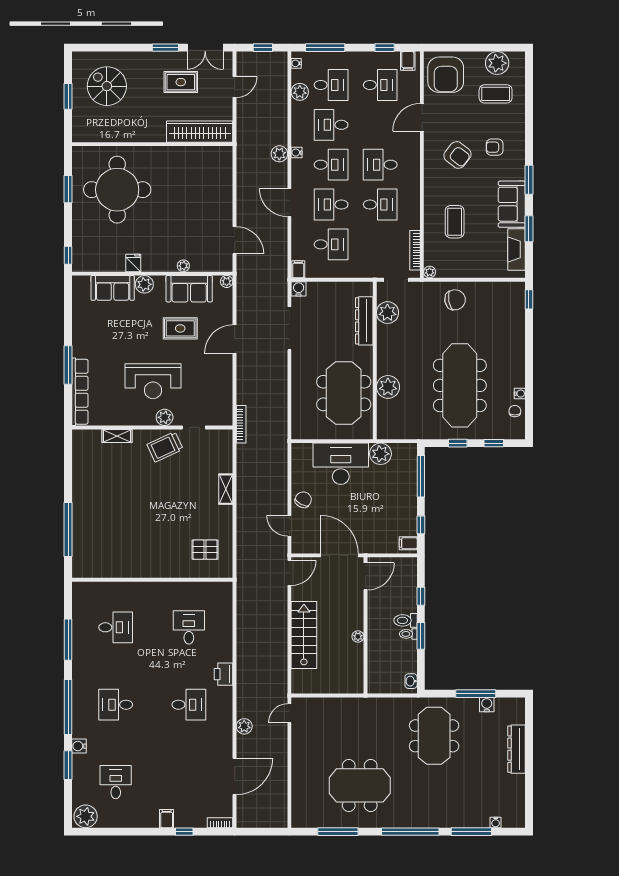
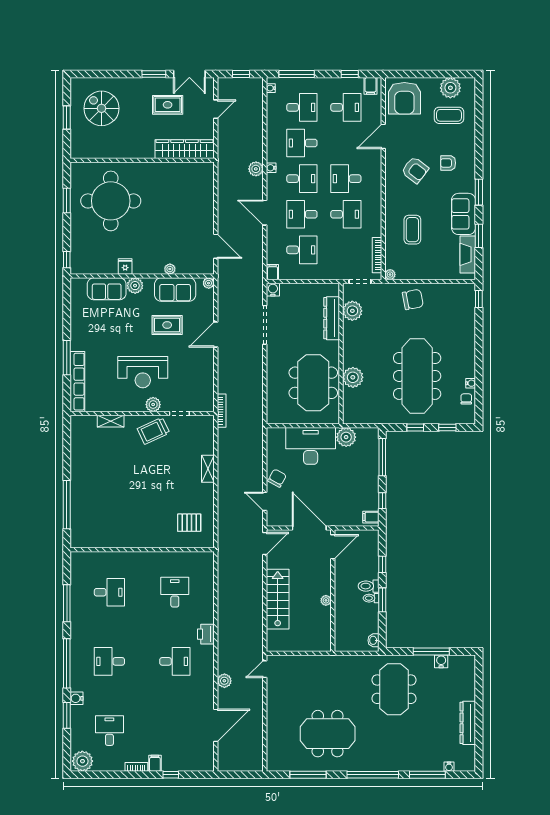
plant: (300, 92) -> (274, 114), removed
dresser: (517, 749) -> (468, 723), moved
bookcase: (220, 823) -> (136, 767), moved

